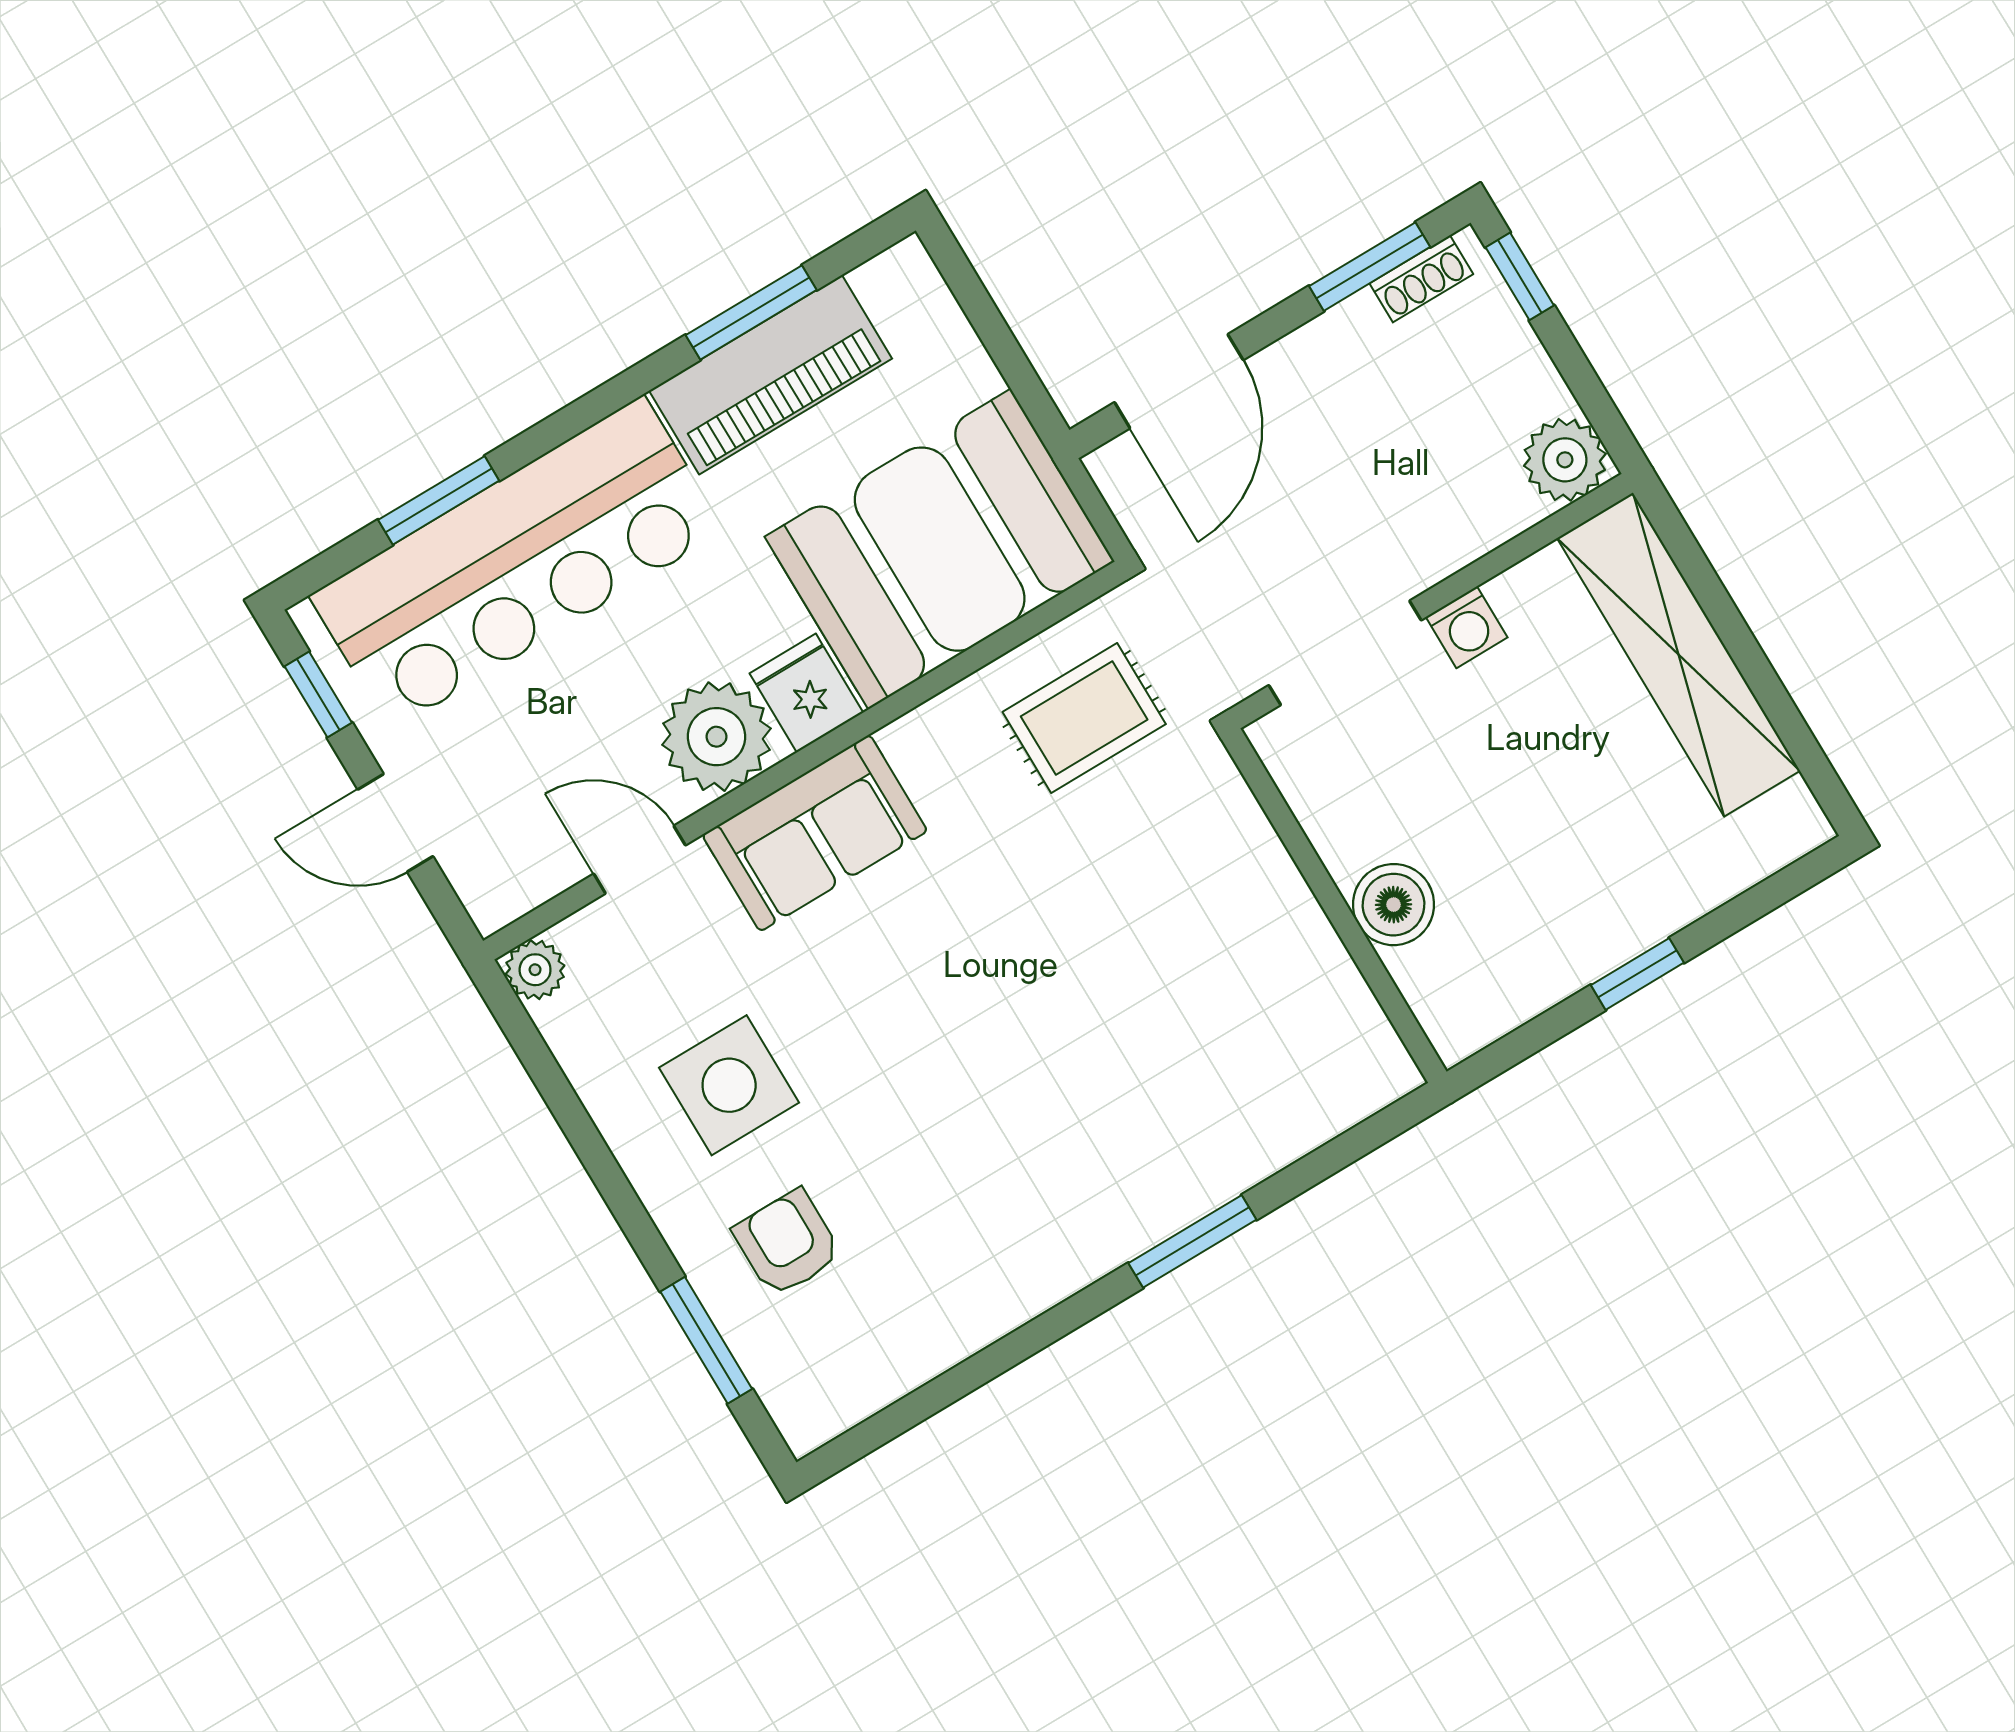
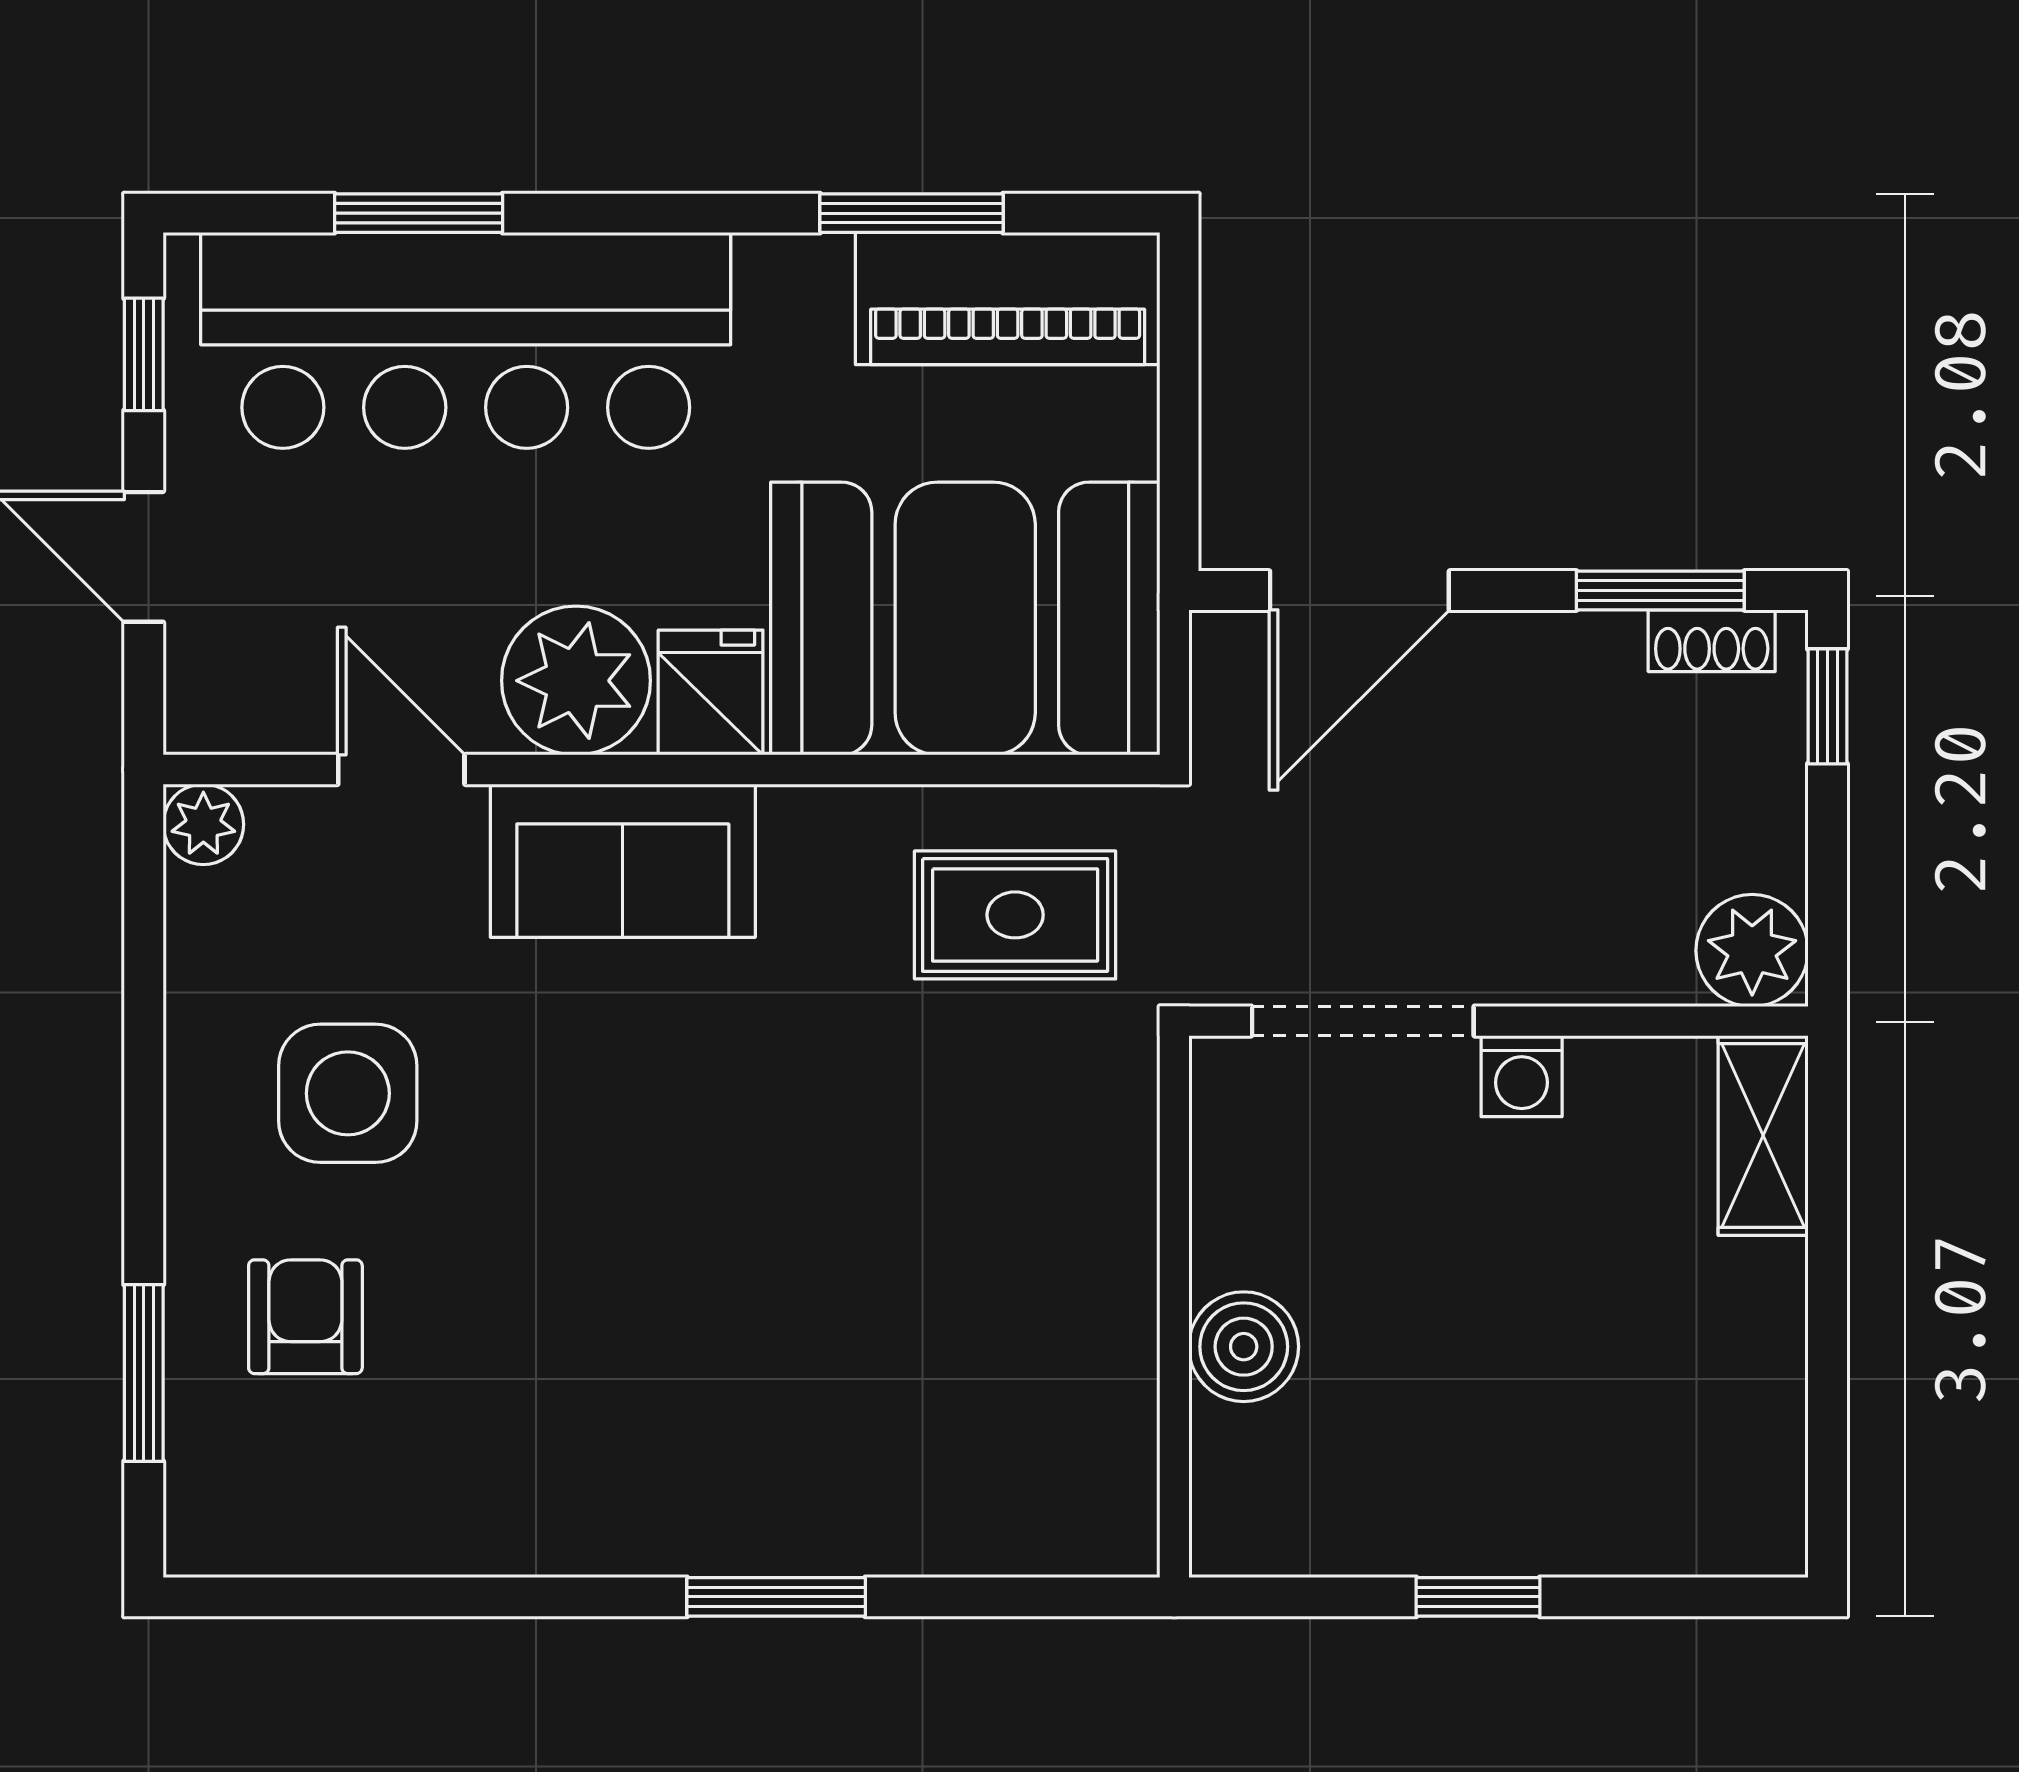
piano: (770, 375) -> (1008, 299), moved
shelving: (1679, 655) -> (1763, 1135), width x0.45, depth x0.75

